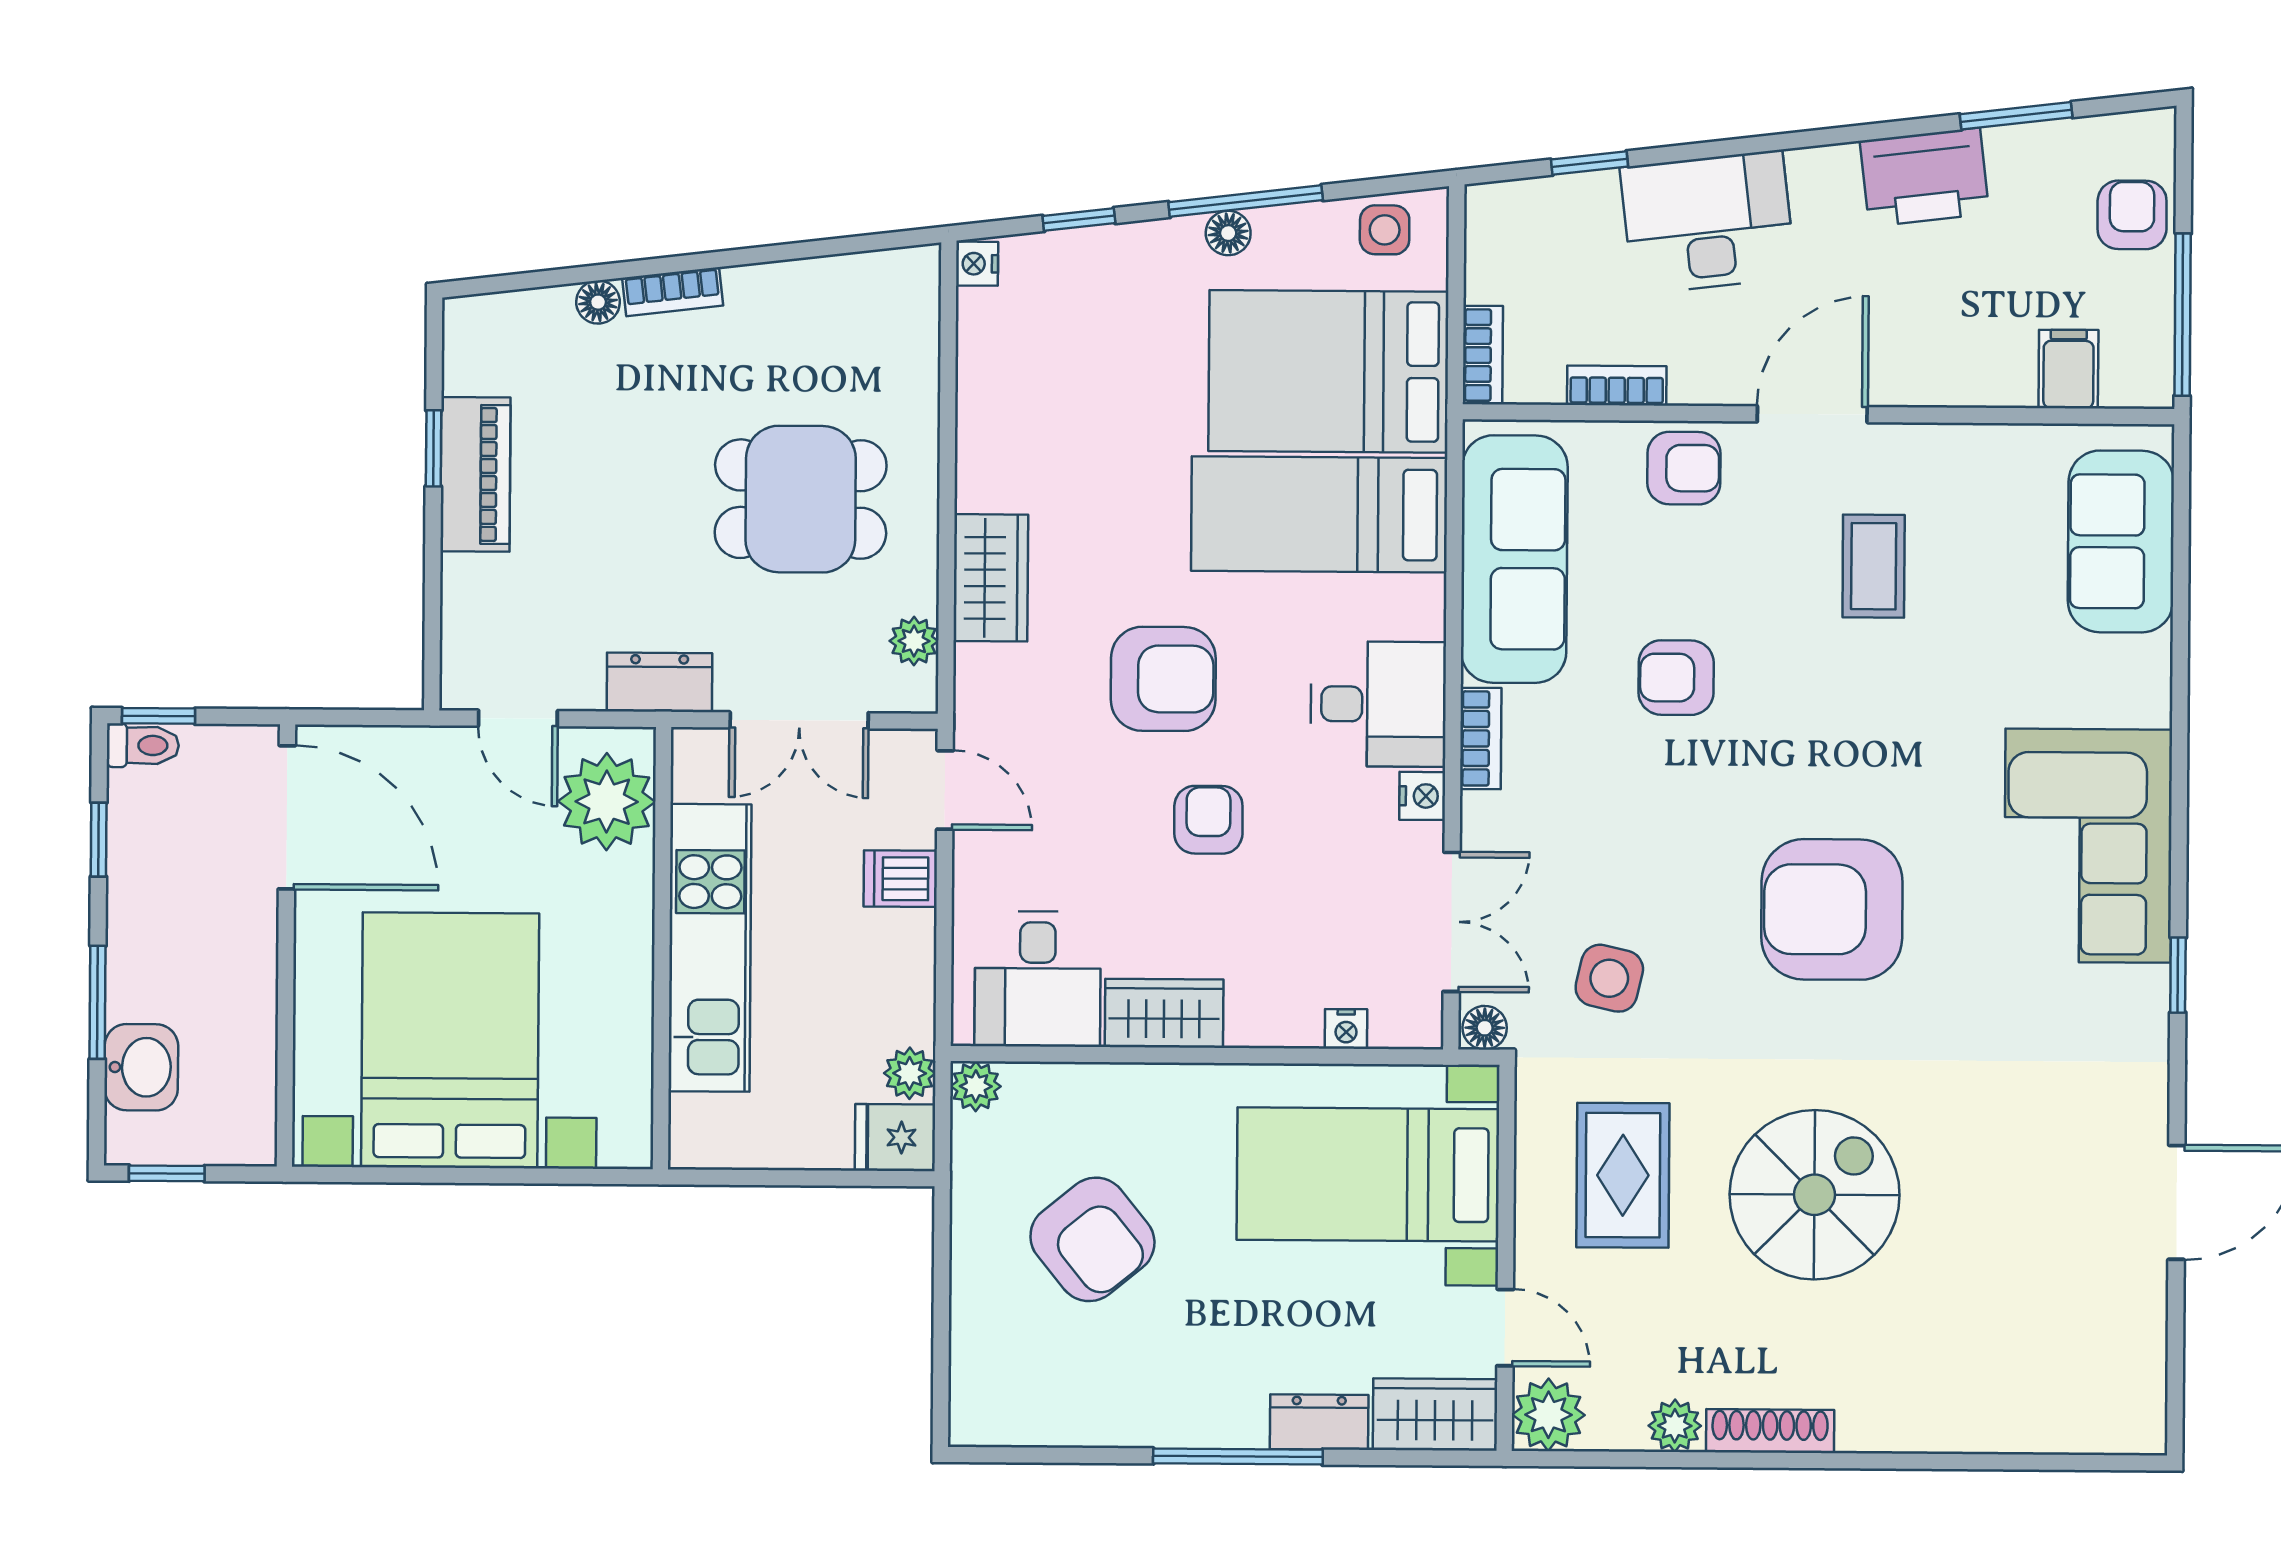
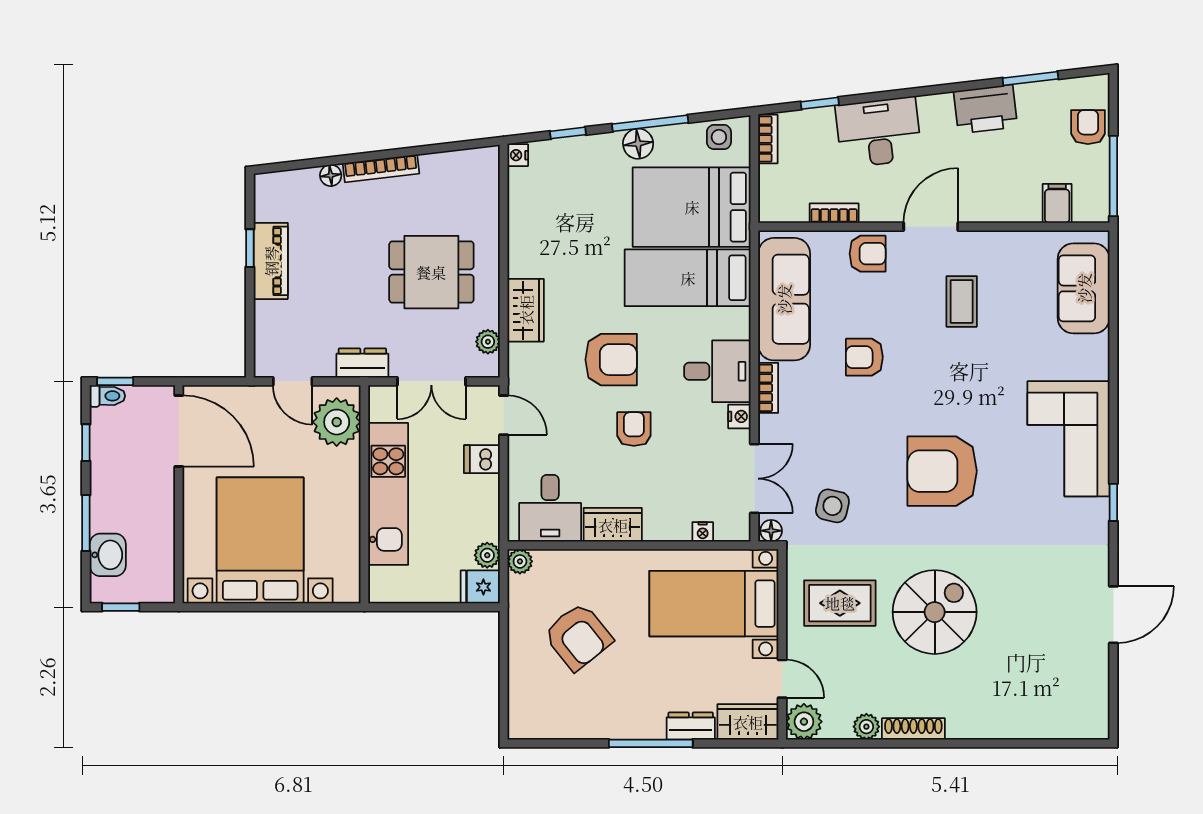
floor lamp: (1228, 233) -> (638, 144), width x1.37, depth x1.37
bookcase: (673, 292) -> (381, 168), width x1.56
bookcase: (1483, 355) -> (768, 139), moved
rug: (1623, 1175) -> (840, 603), turned 90

